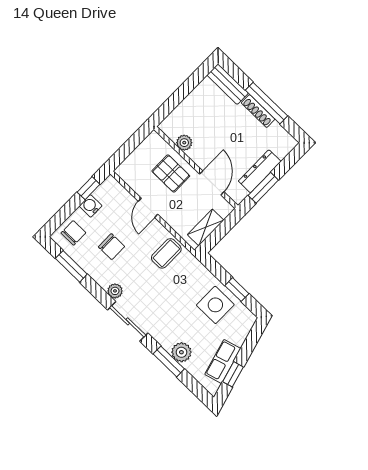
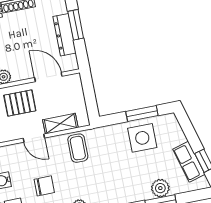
window: (263, 188) -> (76, 25), moved
shelving: (206, 227) -> (60, 124), moved, turned 90
window: (237, 290) -> (142, 114), width x1.50

